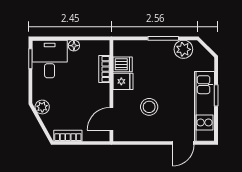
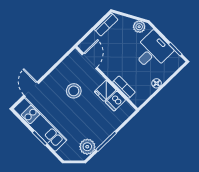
desk: (50, 59) -> (152, 51), moved, turned -90

